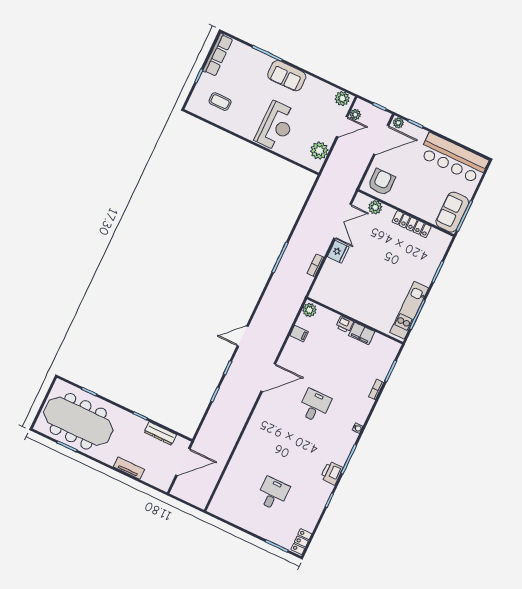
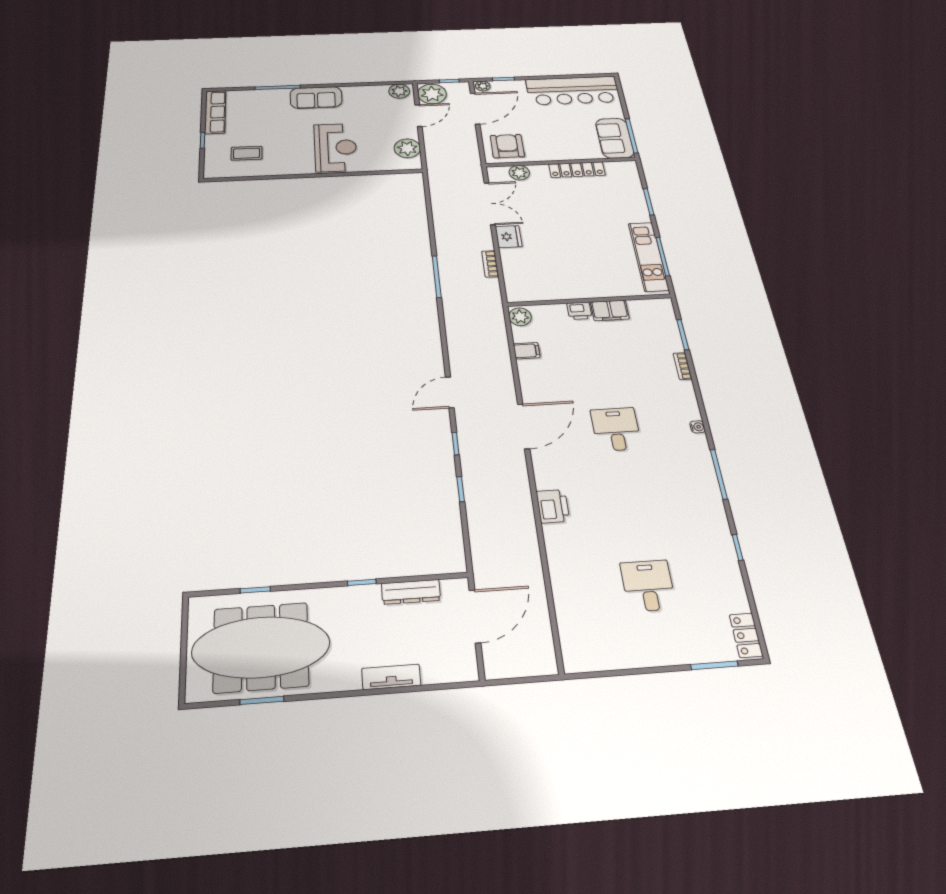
plant: (355, 115) -> (432, 94), width x1.88, depth x1.88
printer: (332, 473) -> (553, 506), moved, turned 180

